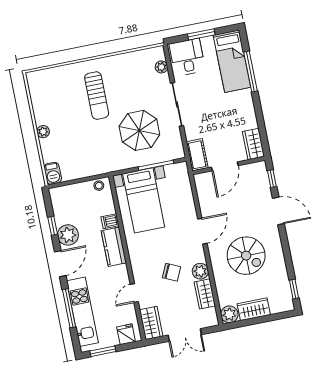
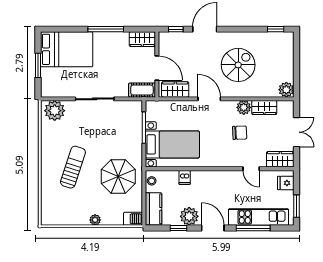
desk: (187, 57) -> (55, 82), removed
bed: (232, 61) -> (67, 49), width x1.50
plant: (161, 67) -> (55, 111), width x1.87, depth x1.87
window: (251, 72) -> (106, 29), moved
sun lounger: (97, 96) -> (73, 167), turned -72
parasol: (139, 130) -> (118, 177), moved
kitchen counter: (114, 247) -> (154, 209), moved, turned -90
chair: (172, 272) -> (240, 133), turned 63
wardrobe: (254, 309) -> (175, 89), moved, turned 90

